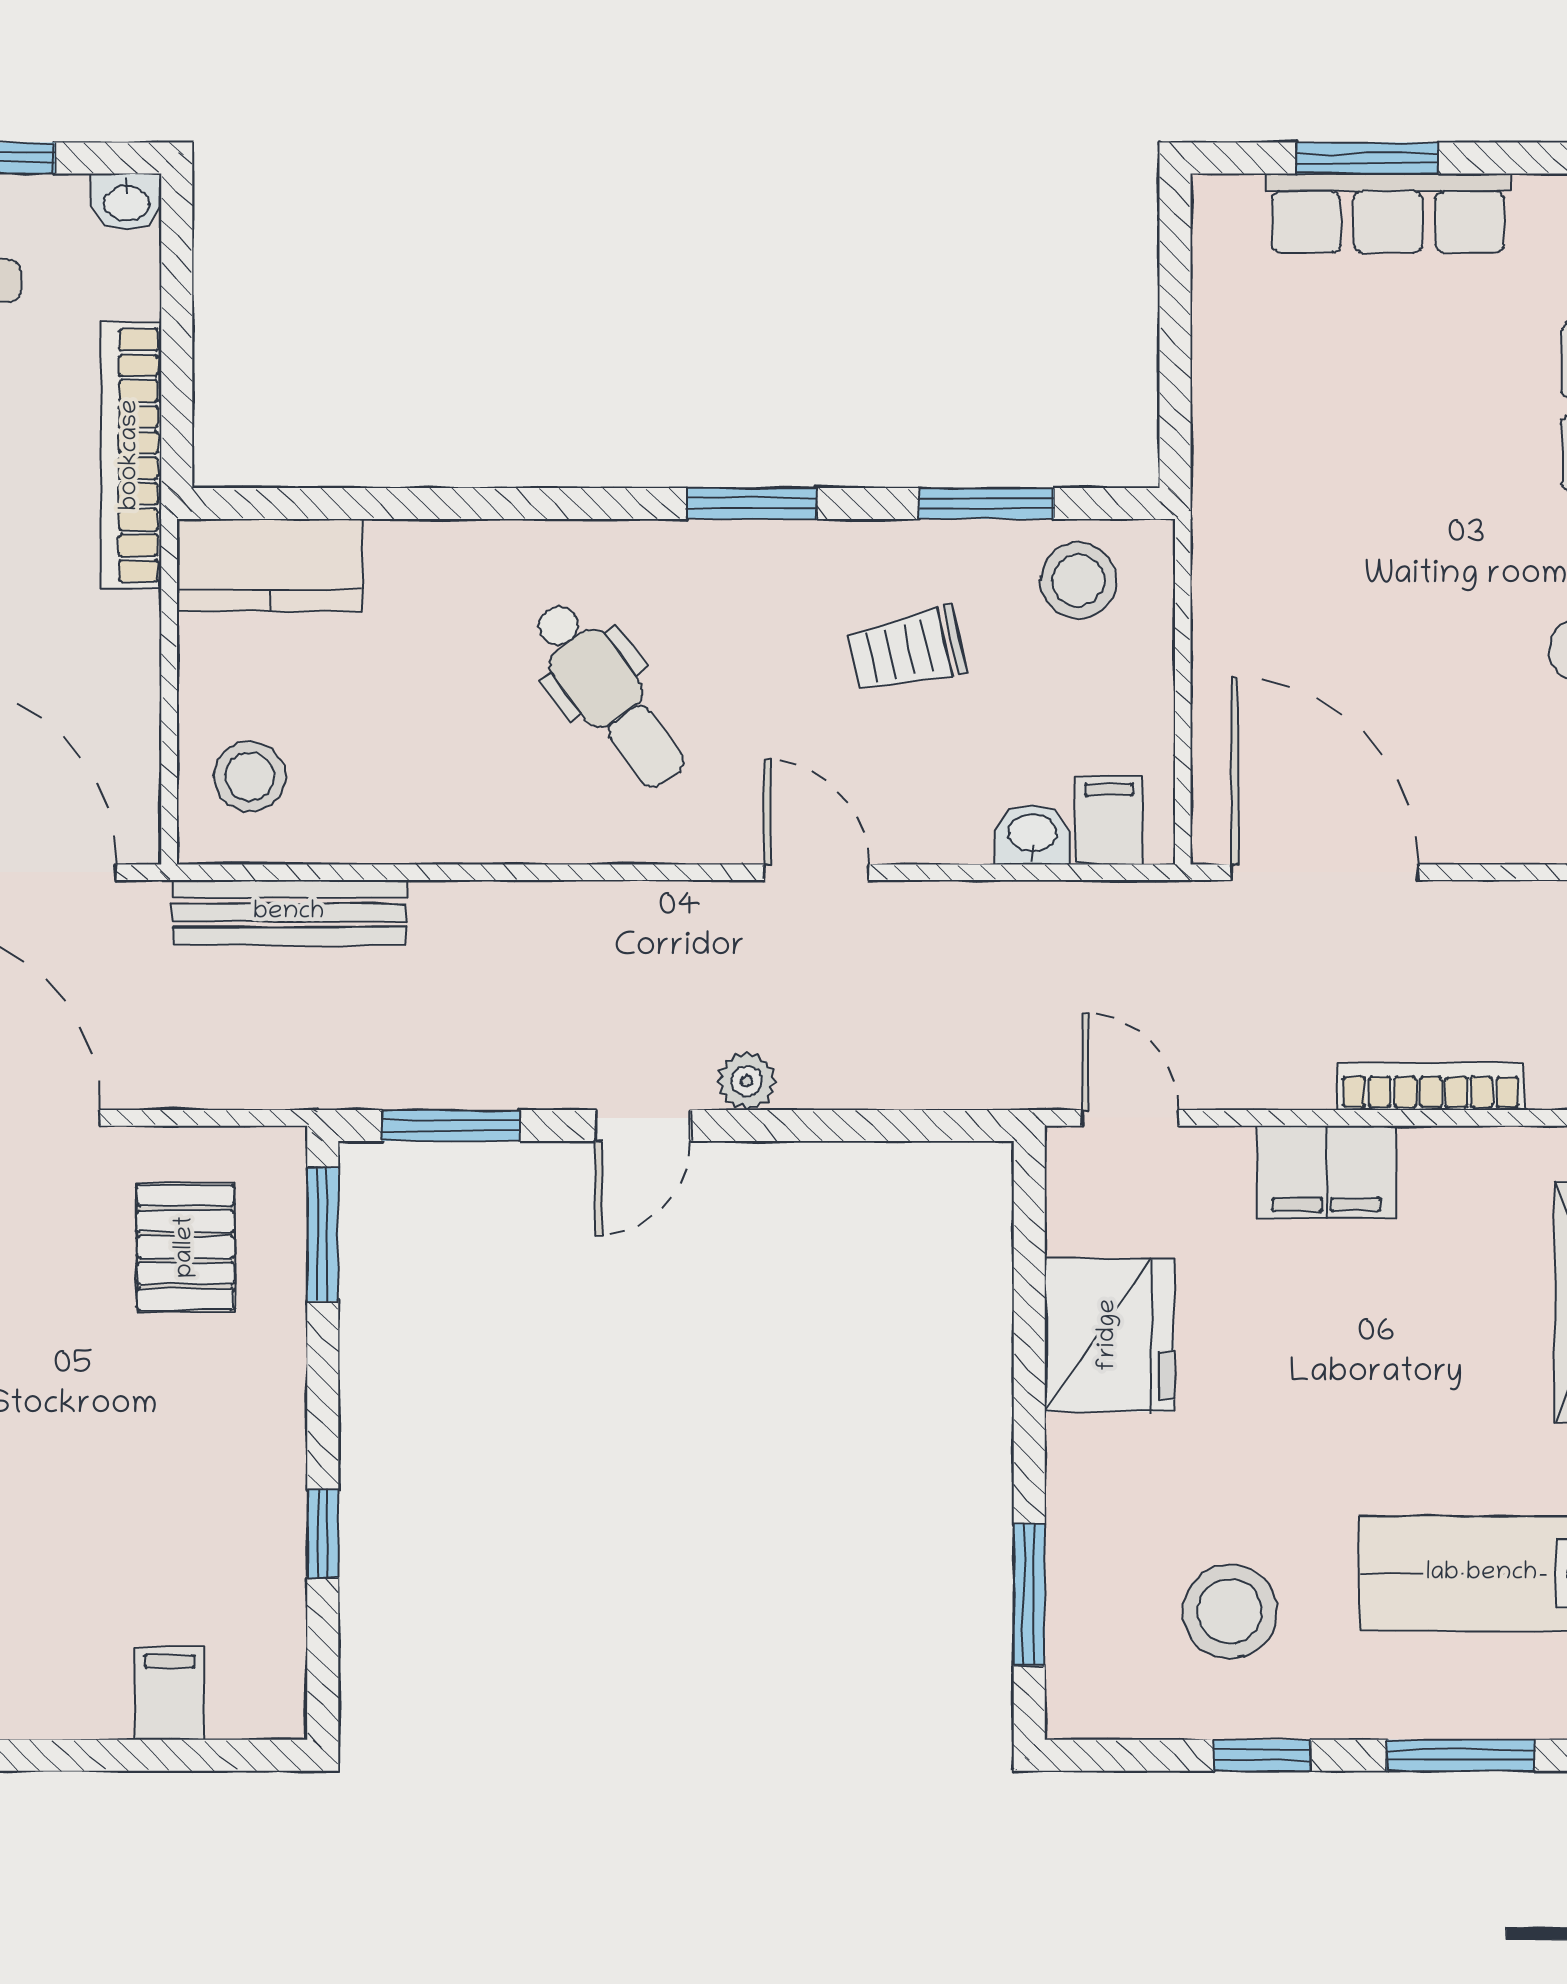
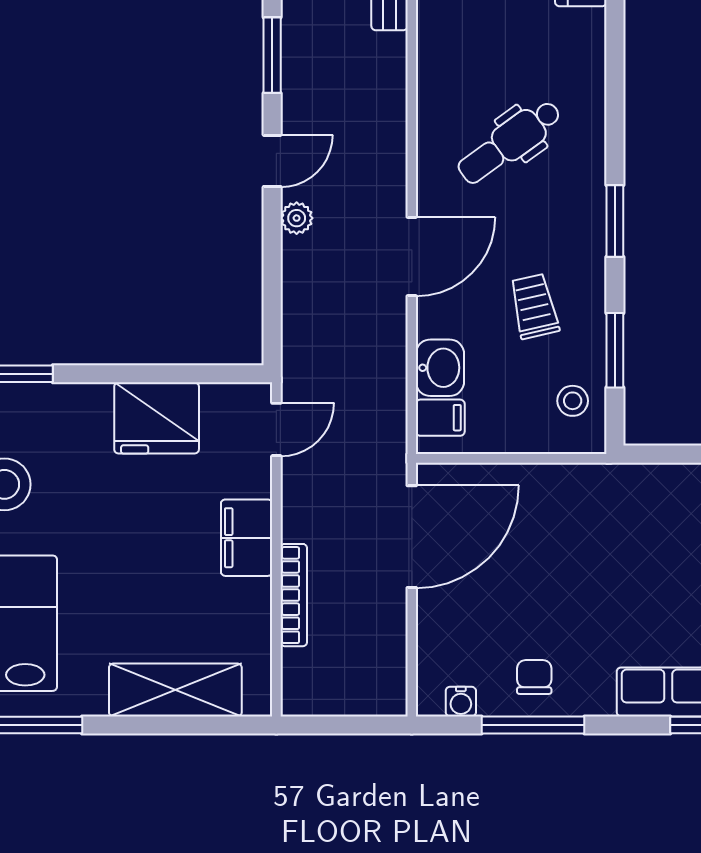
stool: (1078, 580) -> (573, 401), width x0.73, depth x0.73
washbasin: (1032, 834) -> (440, 368), width x1.38, depth x1.45
door: (816, 872) -> (412, 256), width x1.38
door: (643, 1126) -> (272, 161), swing flipped

